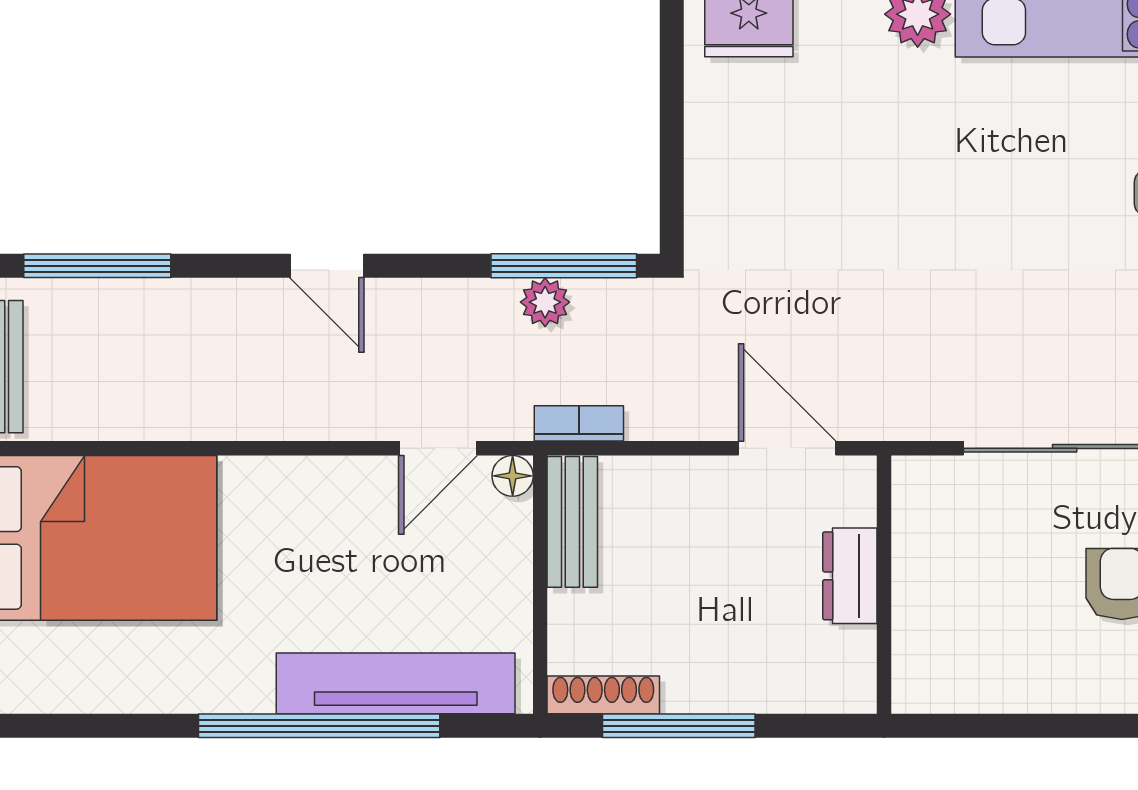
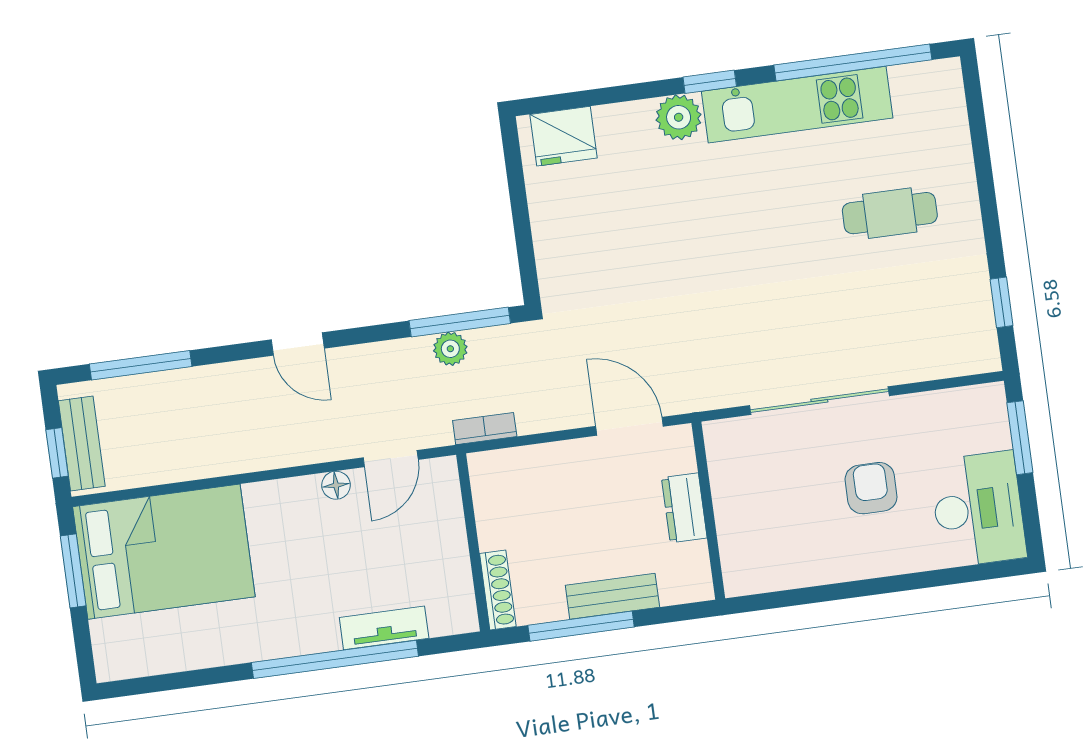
floor lamp: (513, 476) -> (336, 485), moved
bench: (572, 522) -> (612, 596), moved, turned 90
tv unit: (396, 683) -> (384, 628), width x0.52, depth x0.78
shoe rack: (603, 695) -> (498, 590), moved, turned 90

